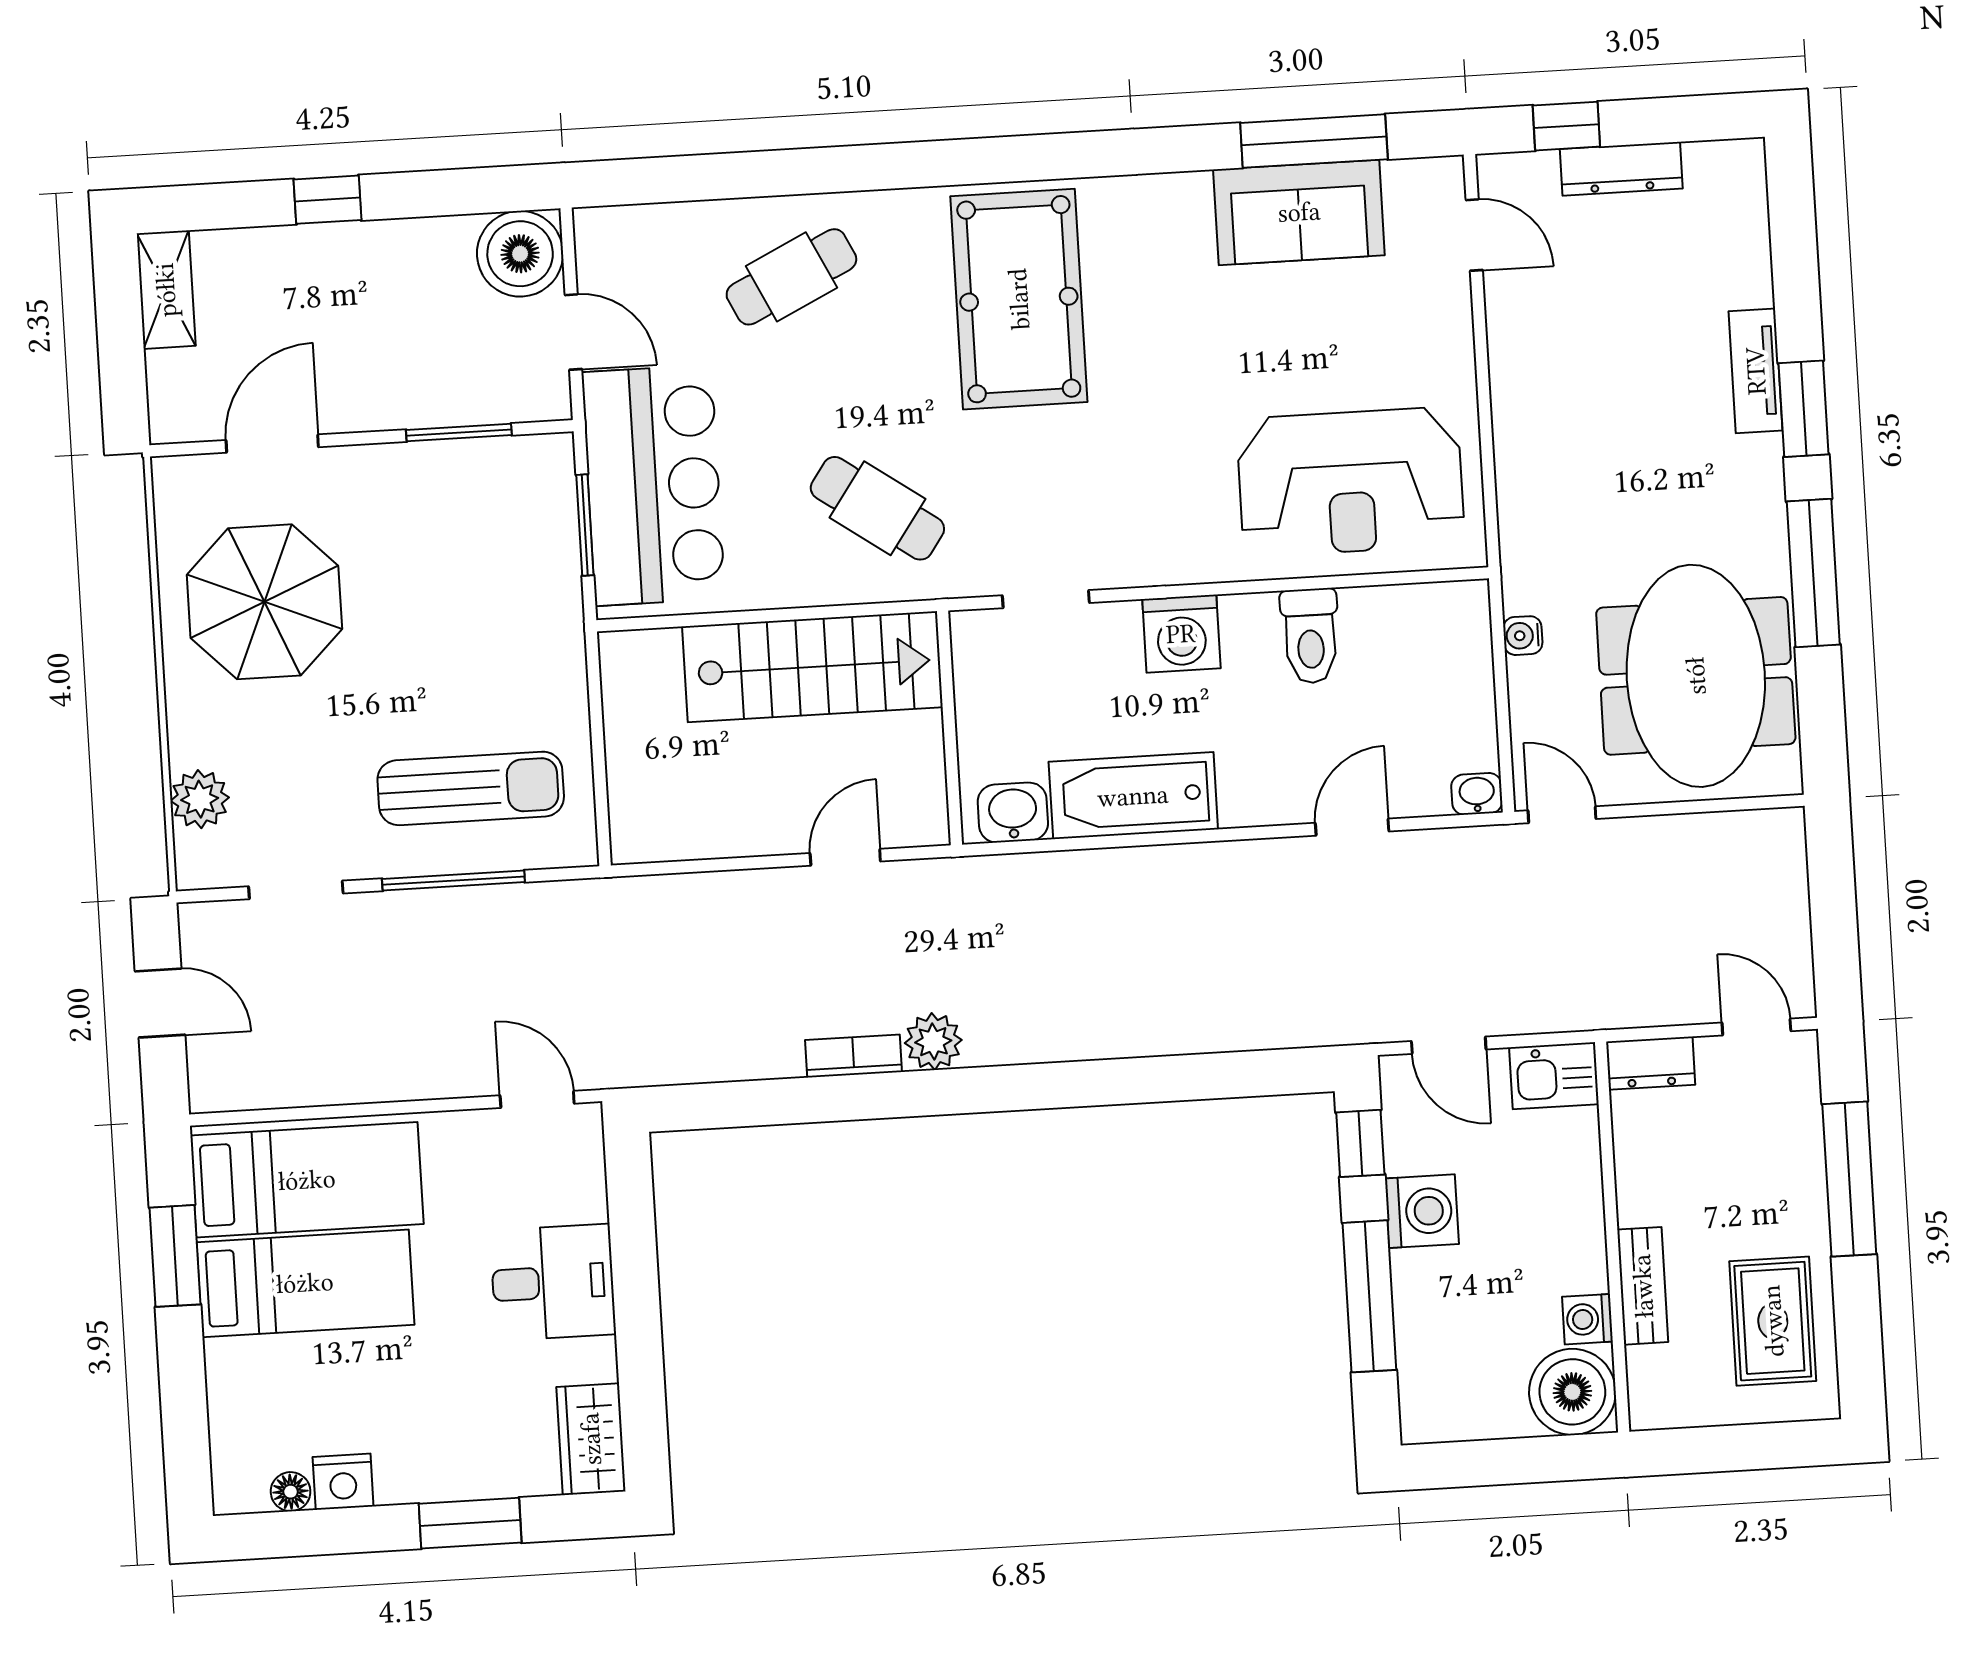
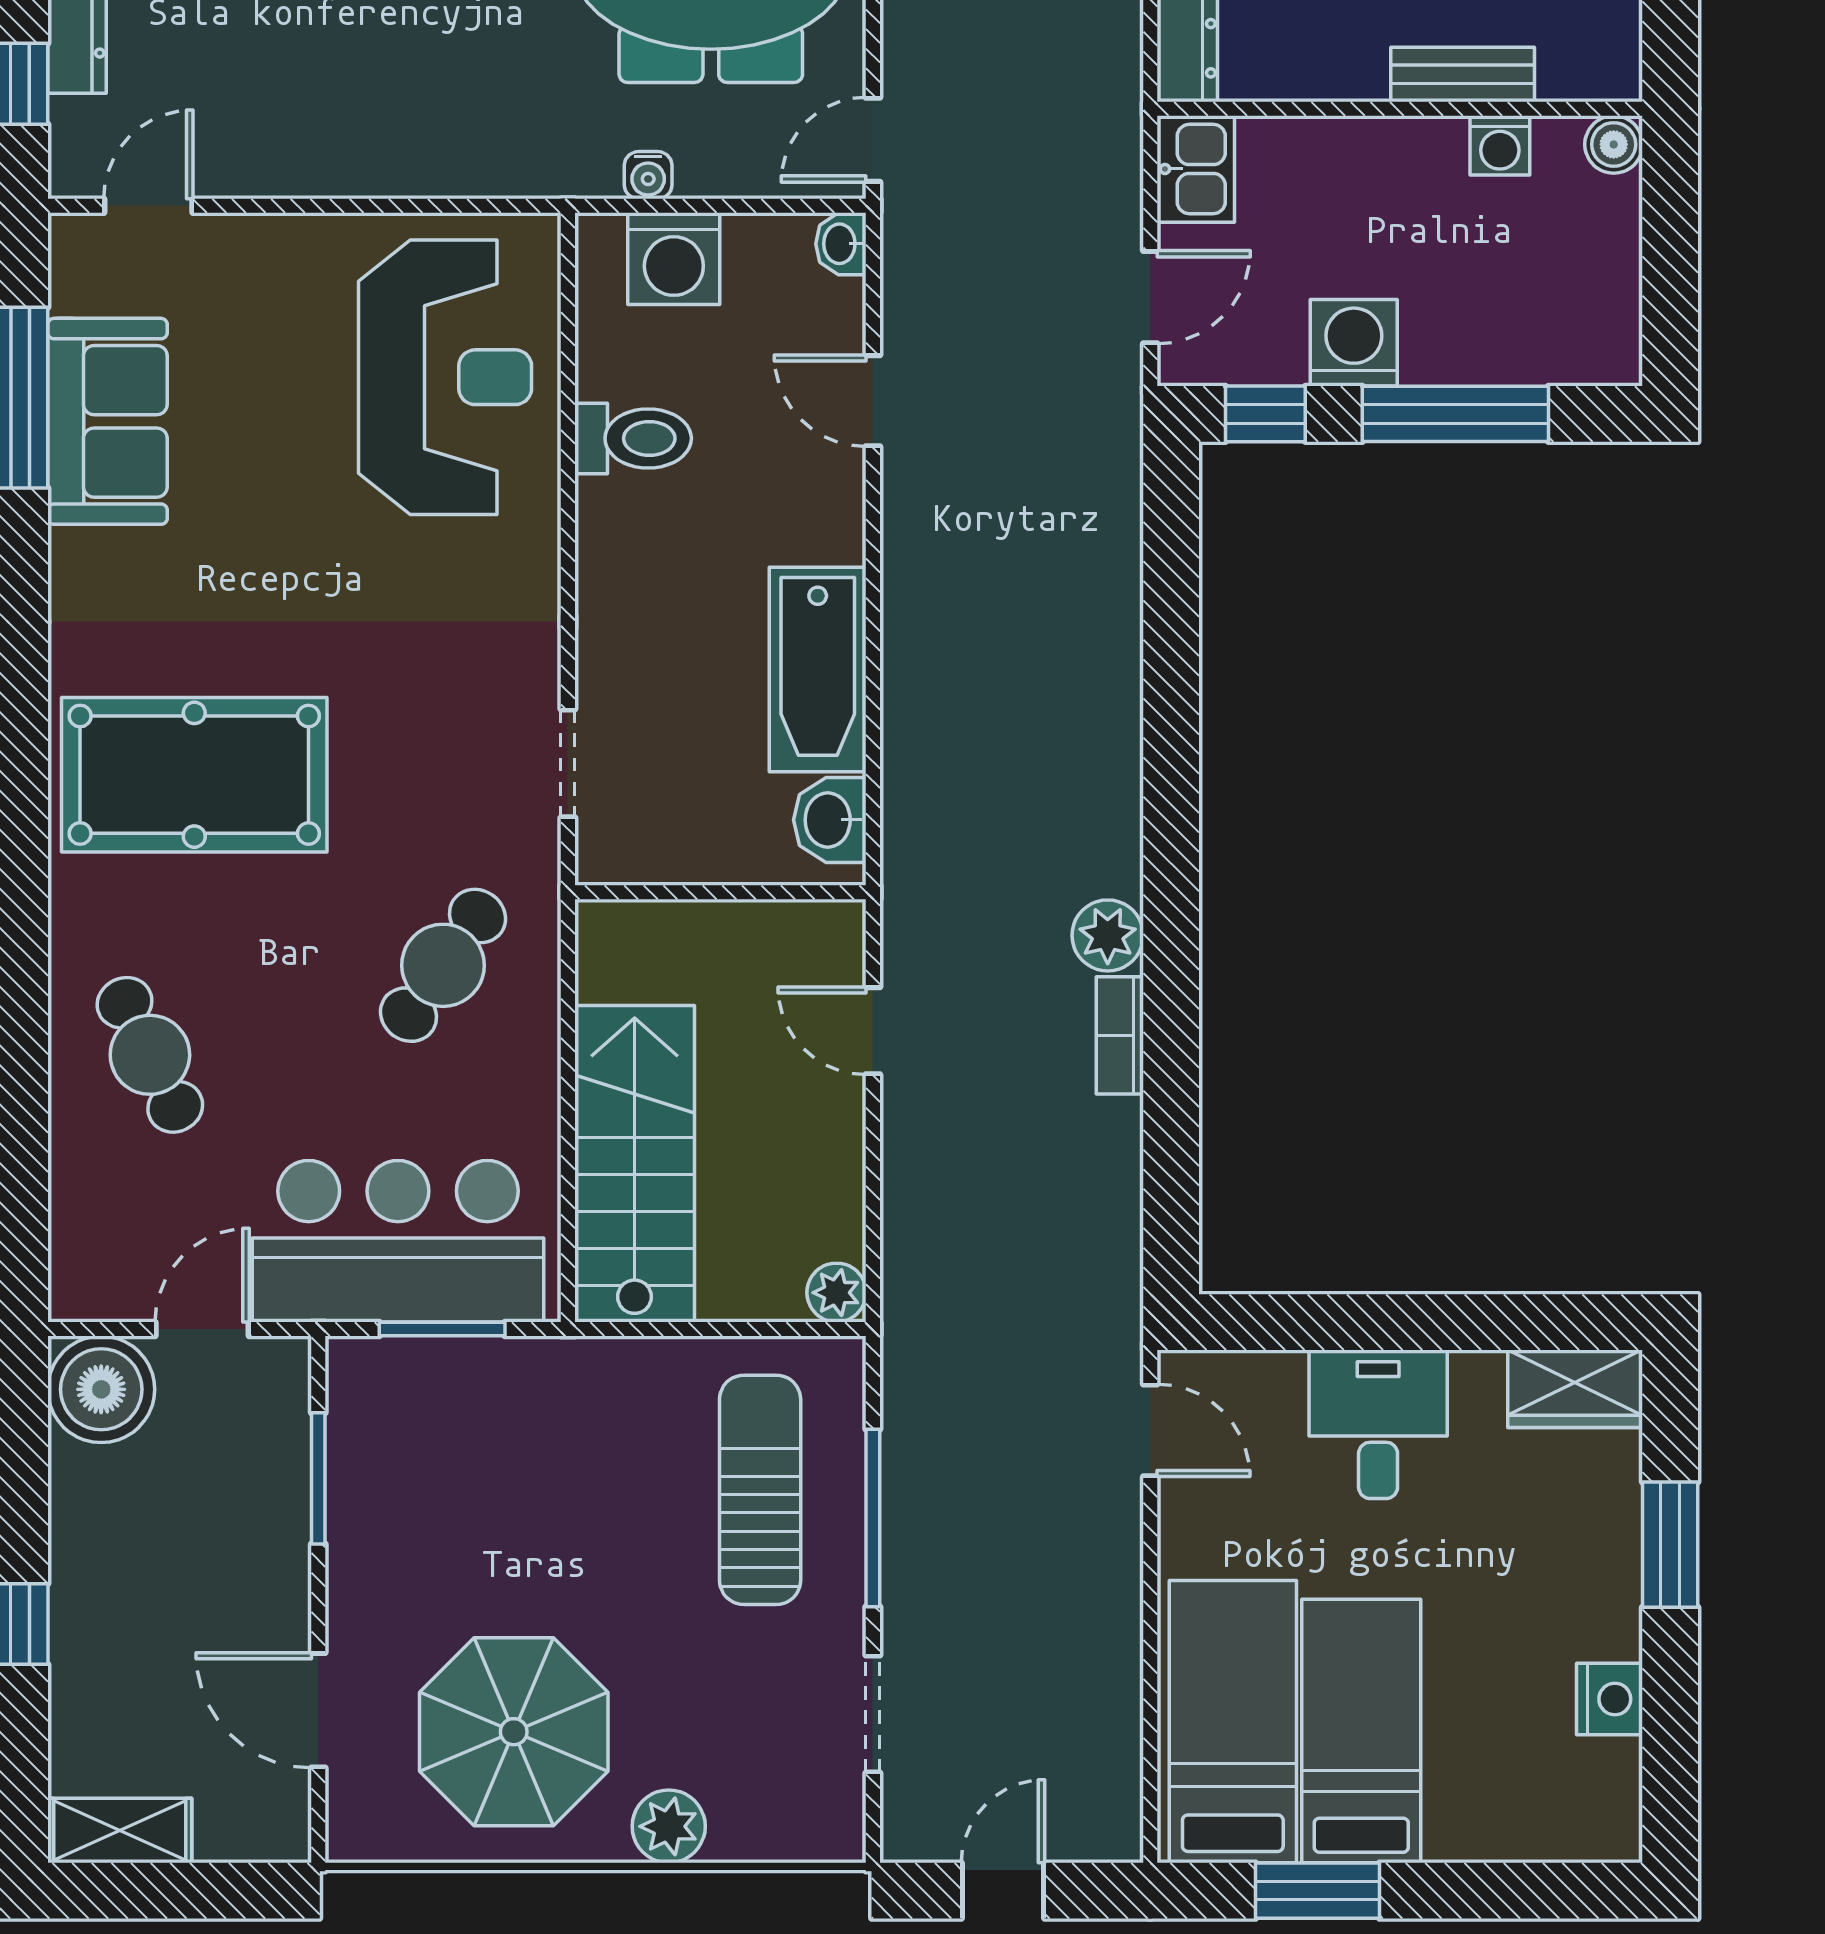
washing machine: (1181, 634) -> (674, 259), moved, turned 90
stairs: (812, 667) -> (635, 1164), moved
plant: (200, 799) -> (669, 1826), moved
plant: (633, 840) -> (836, 1293), added
door: (537, 1099) -> (1150, 1430), swing flipped
boiler: (1572, 1392) -> (1614, 144), width x0.54, depth x0.54
floor lamp: (291, 1492) -> (1618, 1765), removed

